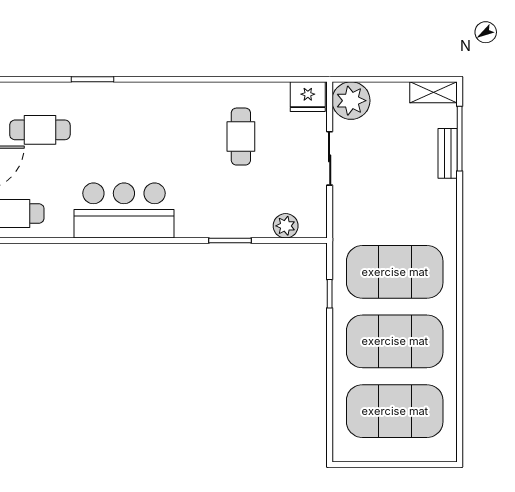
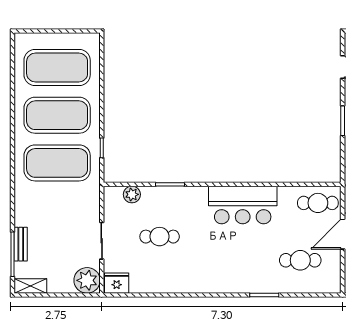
cafe table: (241, 137) -> (160, 237), moved, turned 90

